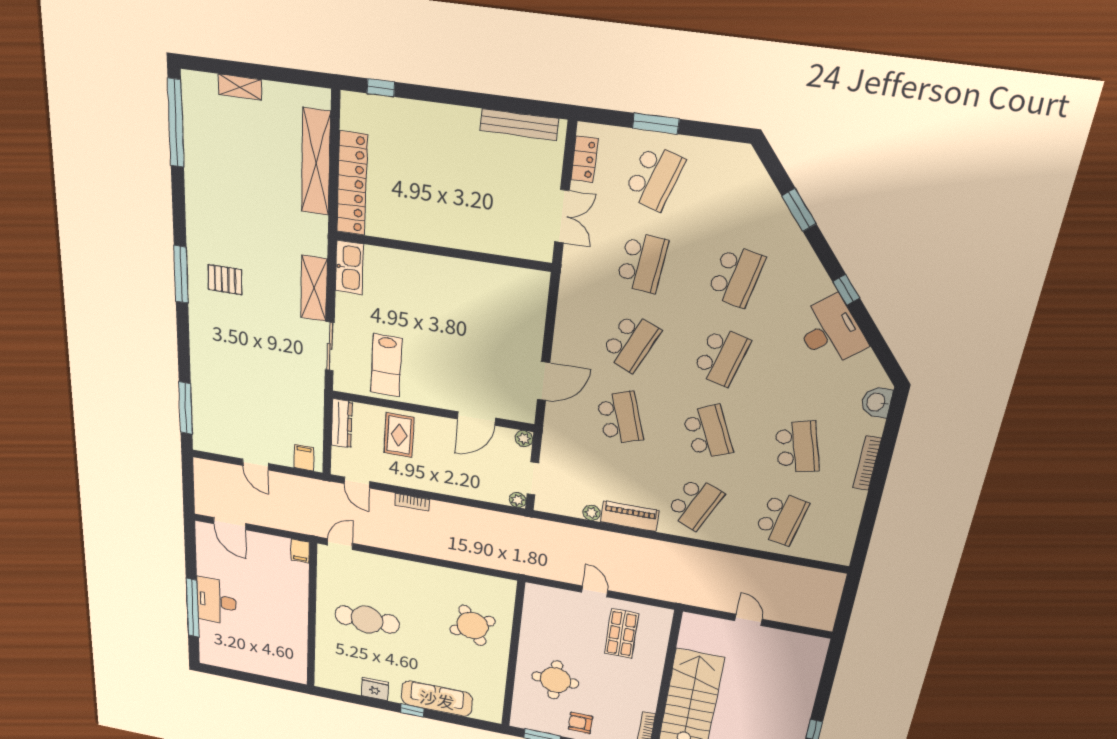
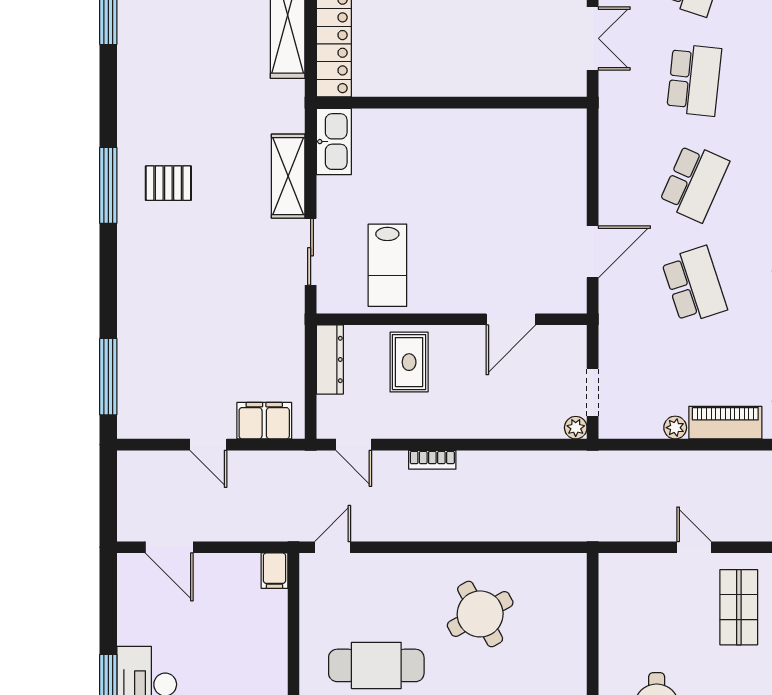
plant: (524, 439) -> (575, 336), removed
filing cabinet: (304, 458) -> (264, 421), width x2.00
round table: (472, 626) -> (480, 614), moved

